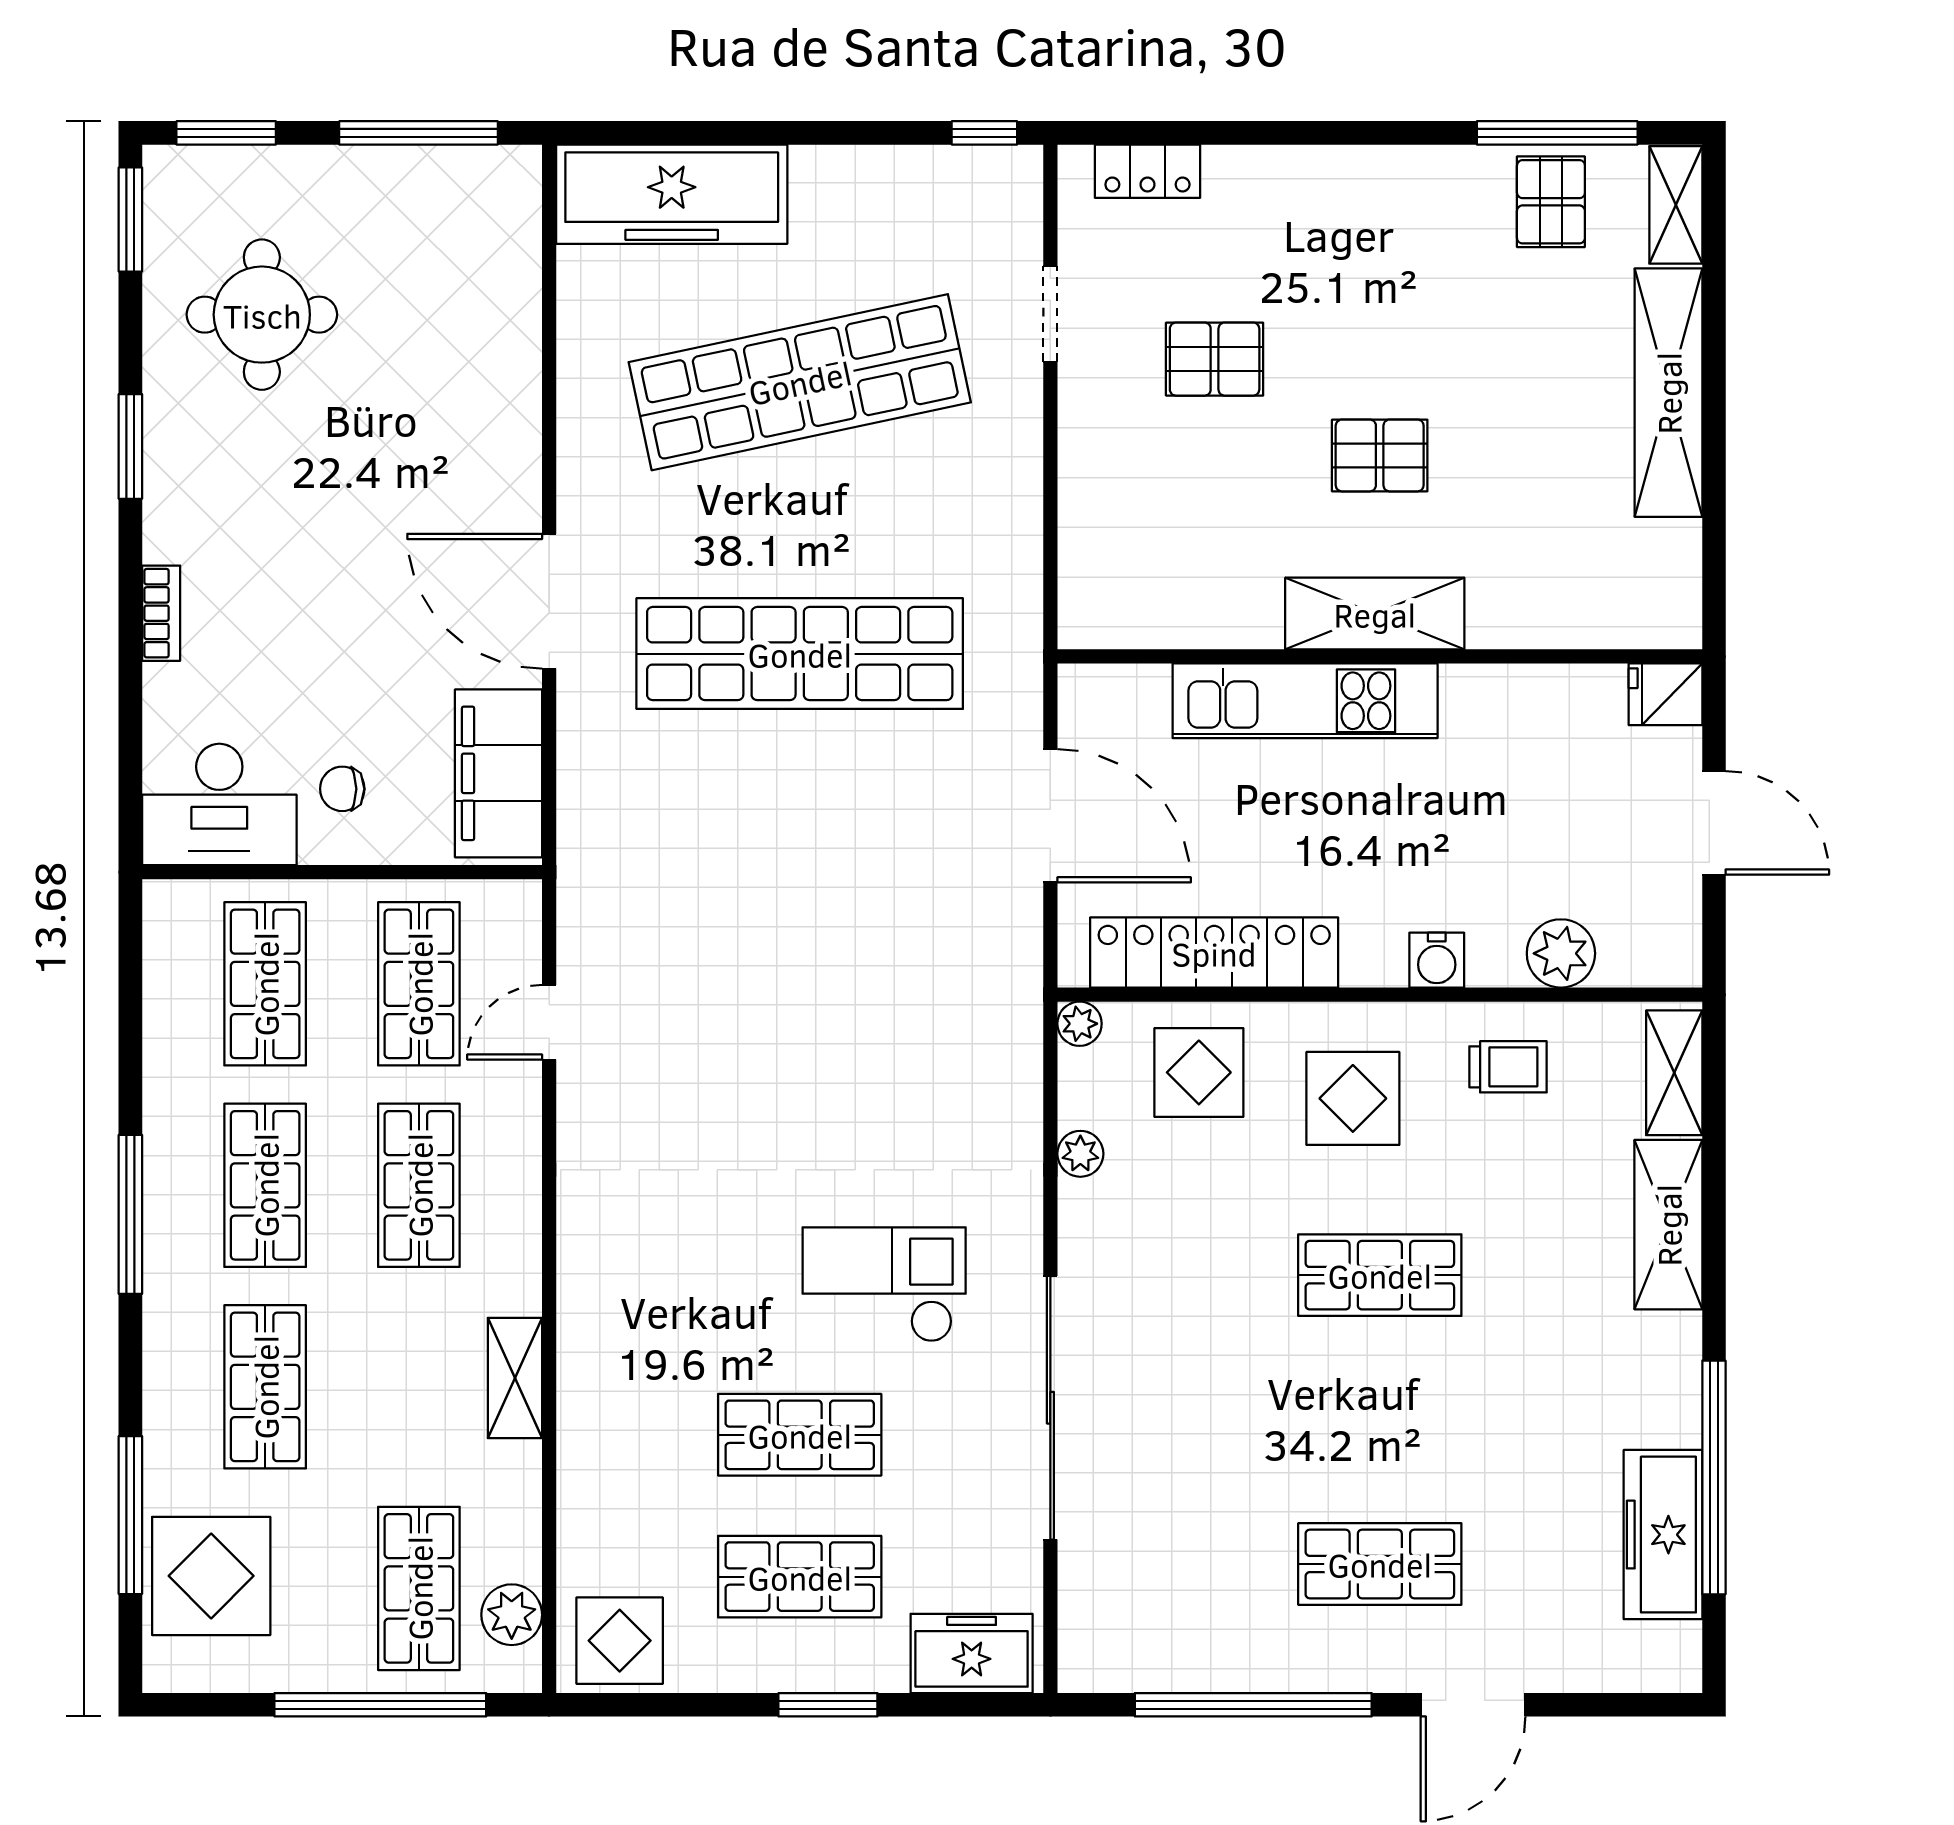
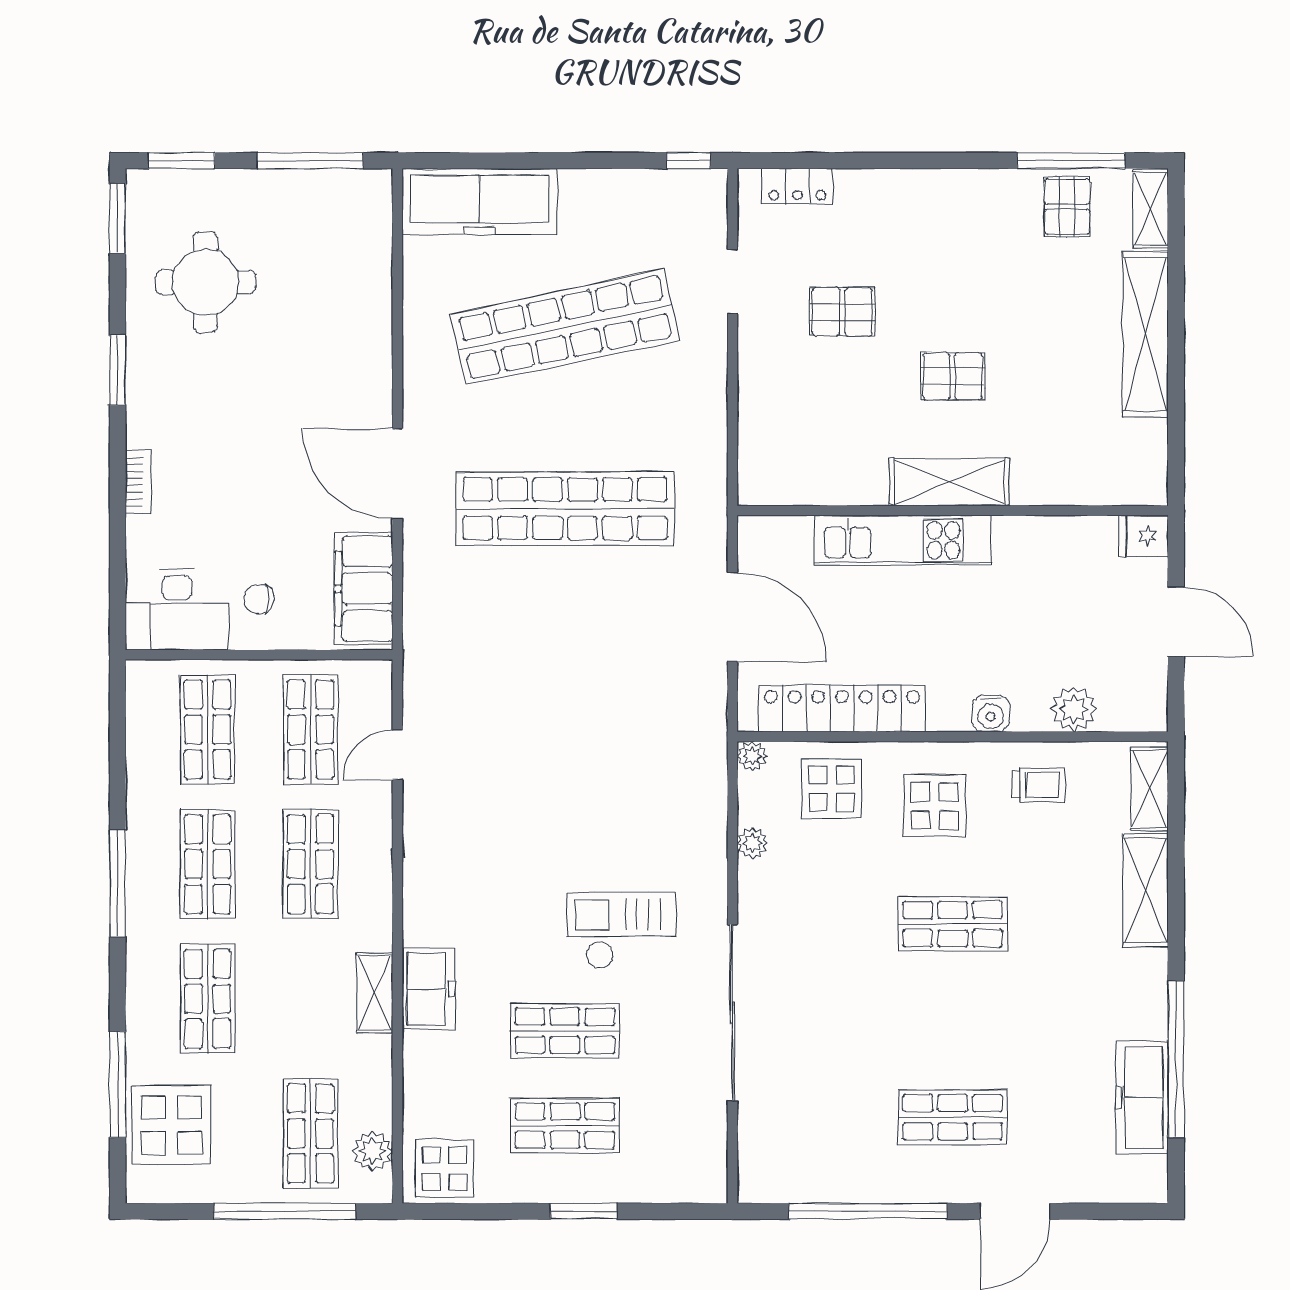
freezer: (972, 1653) -> (429, 989), moved, turned 90

